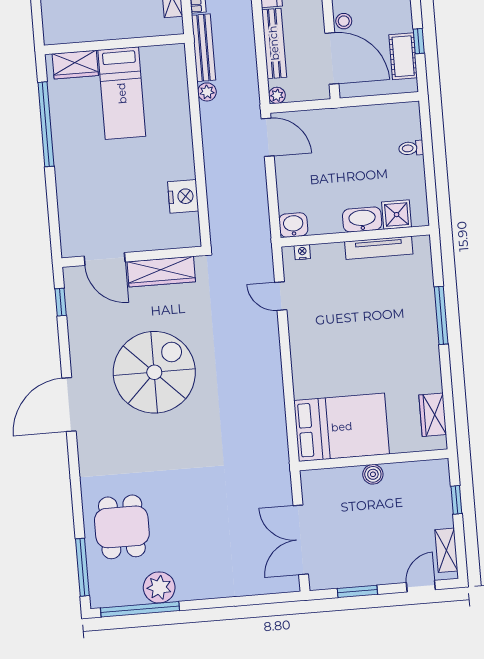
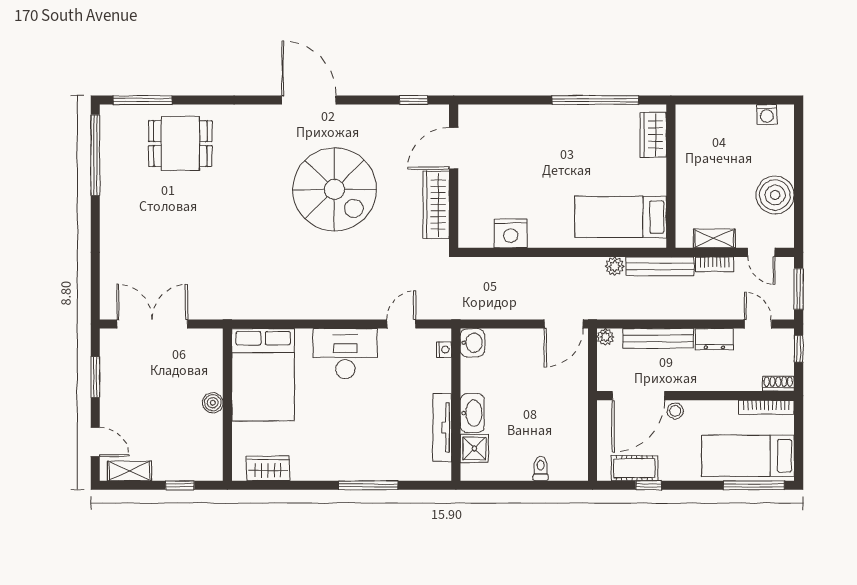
bed: (122, 93) -> (621, 217), moved
desk: (314, 349) -> (345, 354), added
plant: (159, 587) -> (116, 176), removed

